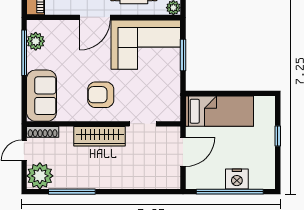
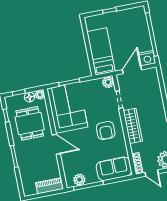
plant: (172, 113) -> (108, 82), added
door: (183, 152) -> (132, 70), hinge flipped
nightstand: (237, 179) -> (147, 58), moved, turned 90

